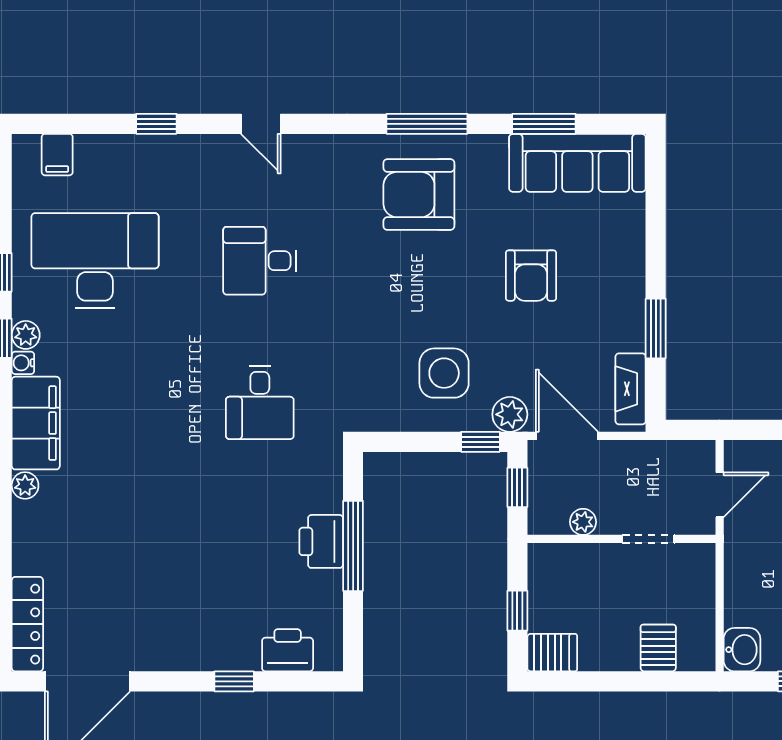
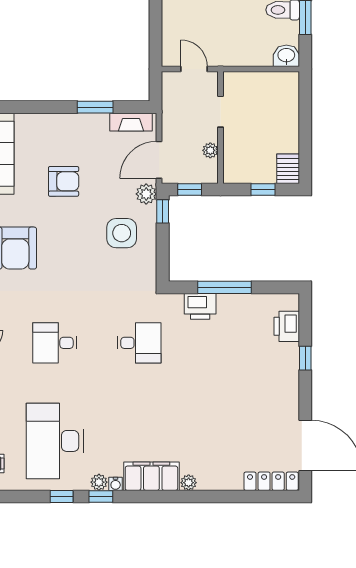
desk: (260, 261) -> (55, 343), turned 90
printer: (321, 541) -> (200, 306), moved
server rack: (658, 648) -> (285, 106), removed

